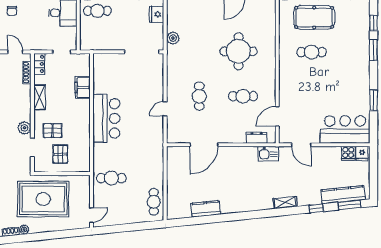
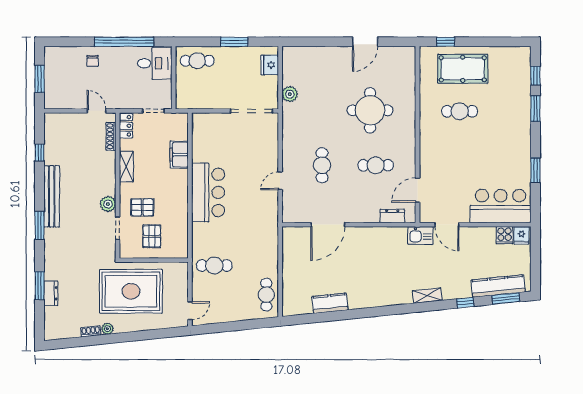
kitchen sink: (268, 154) -> (420, 236), moved

